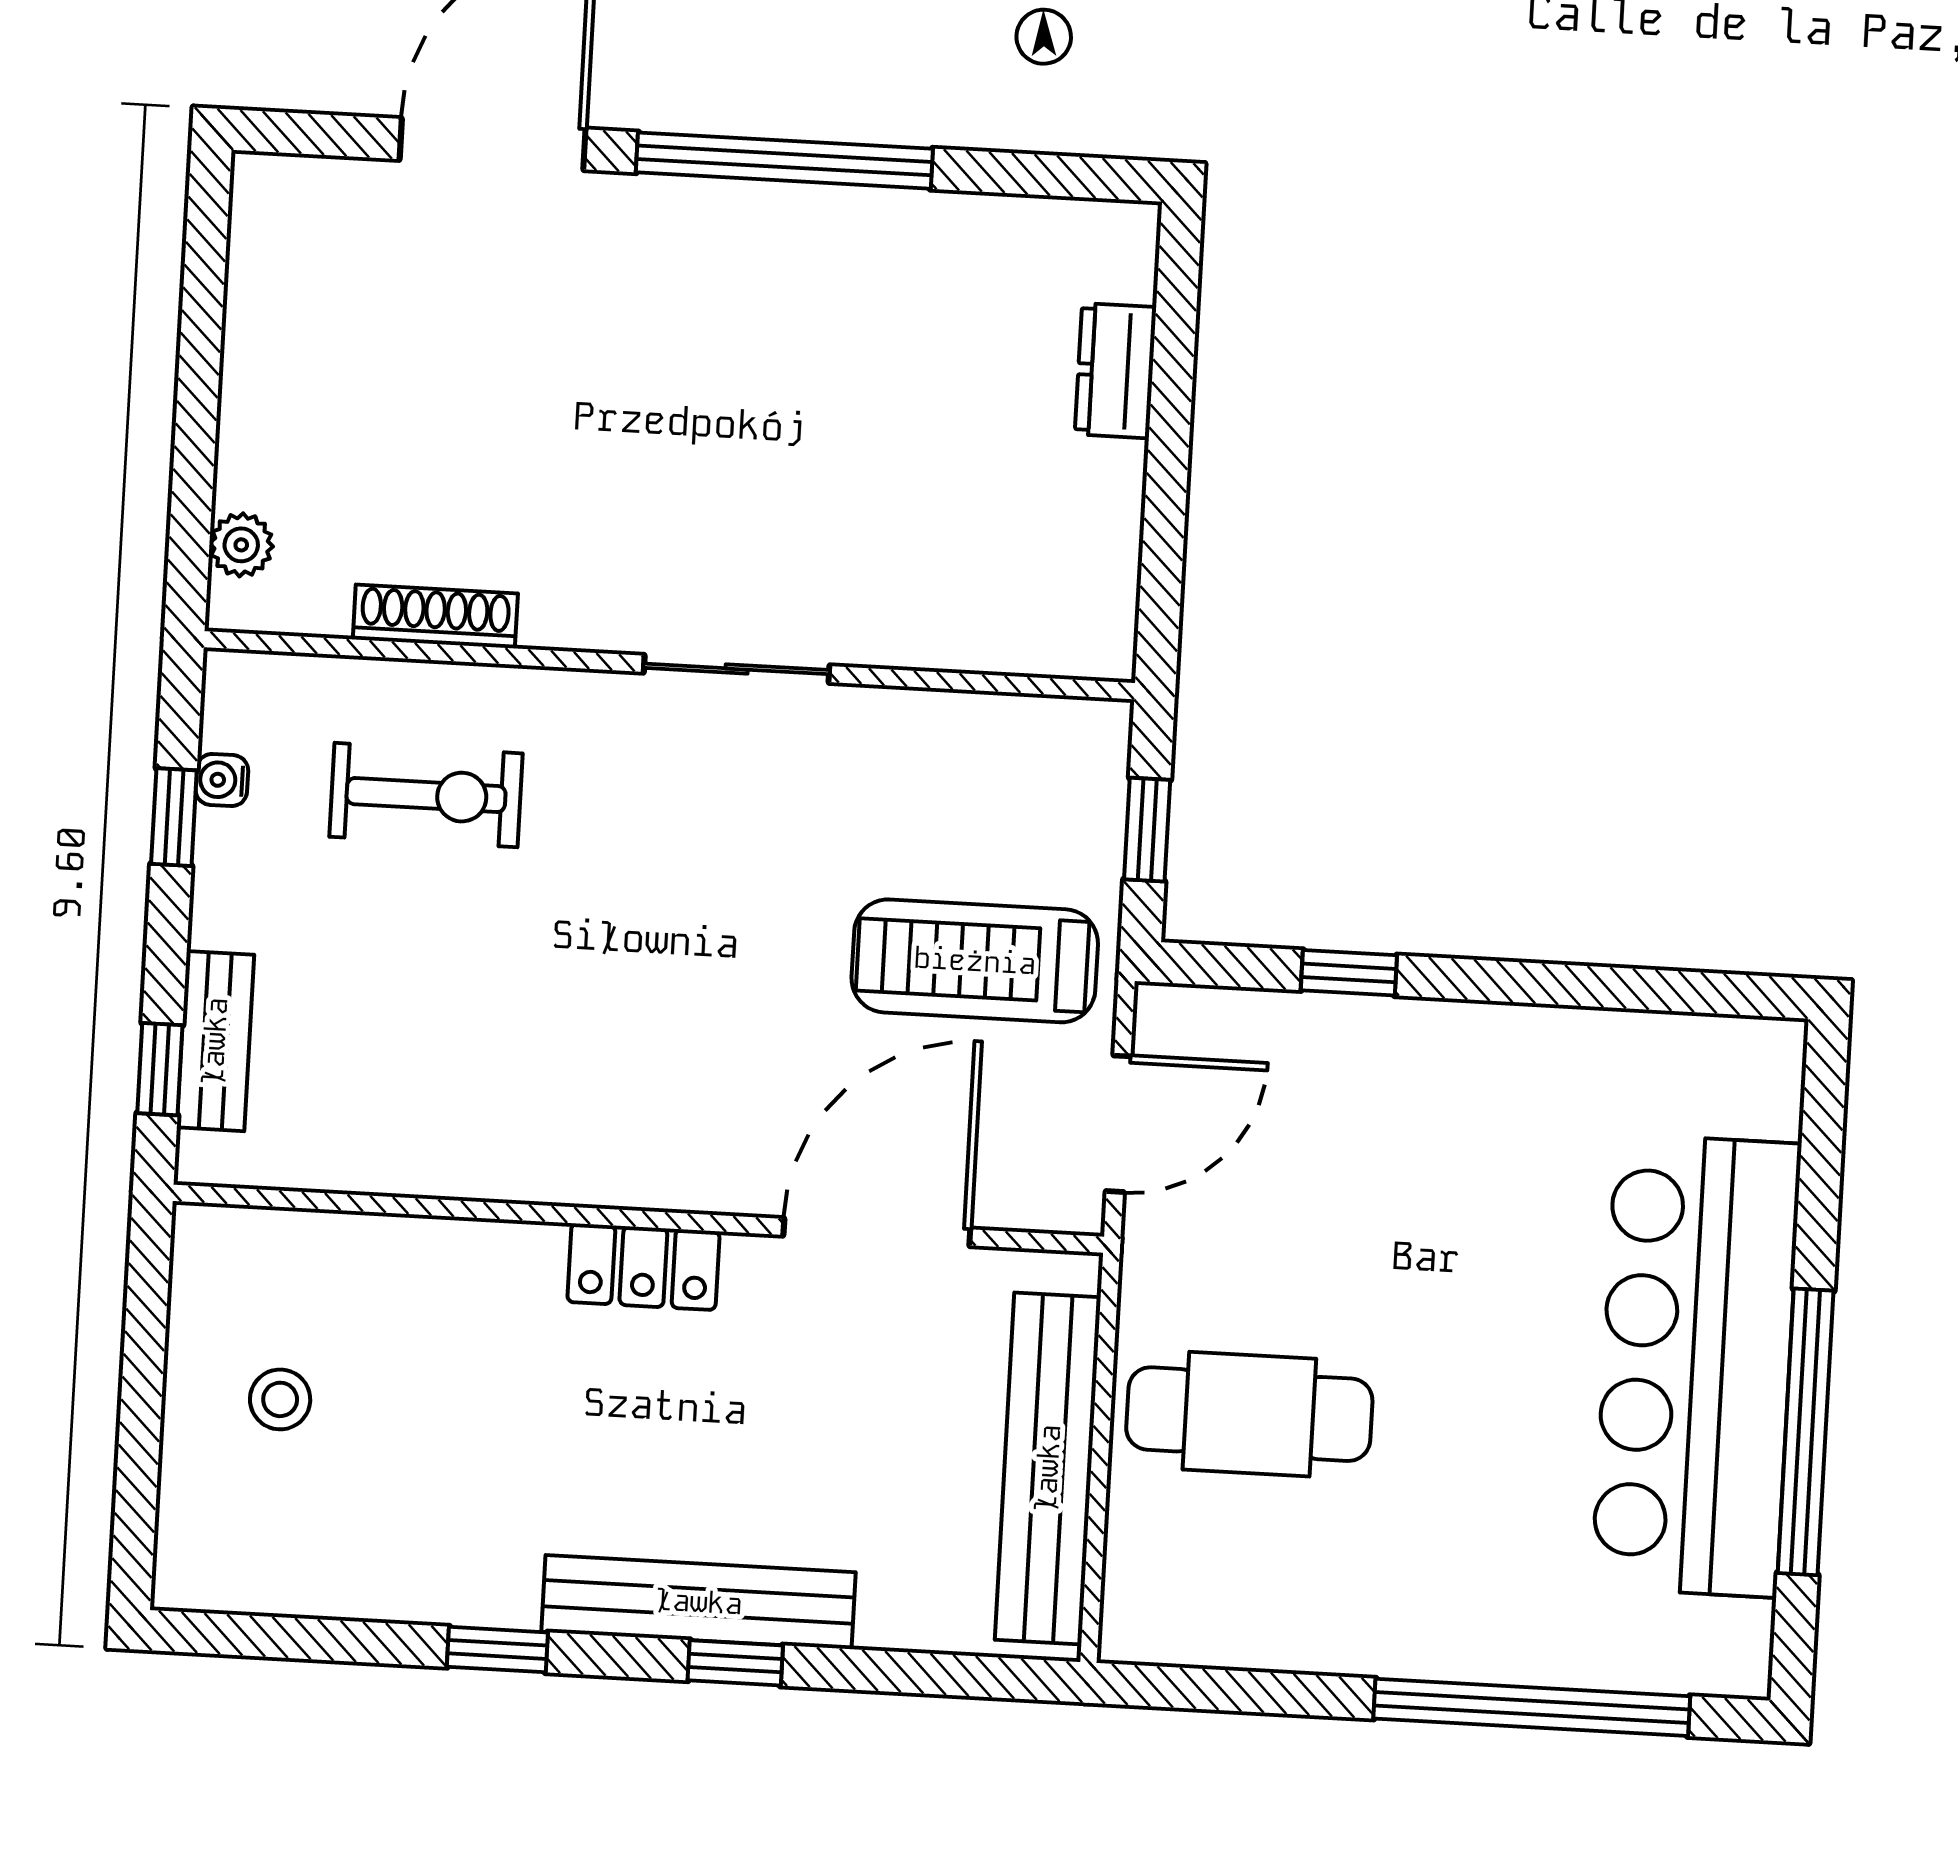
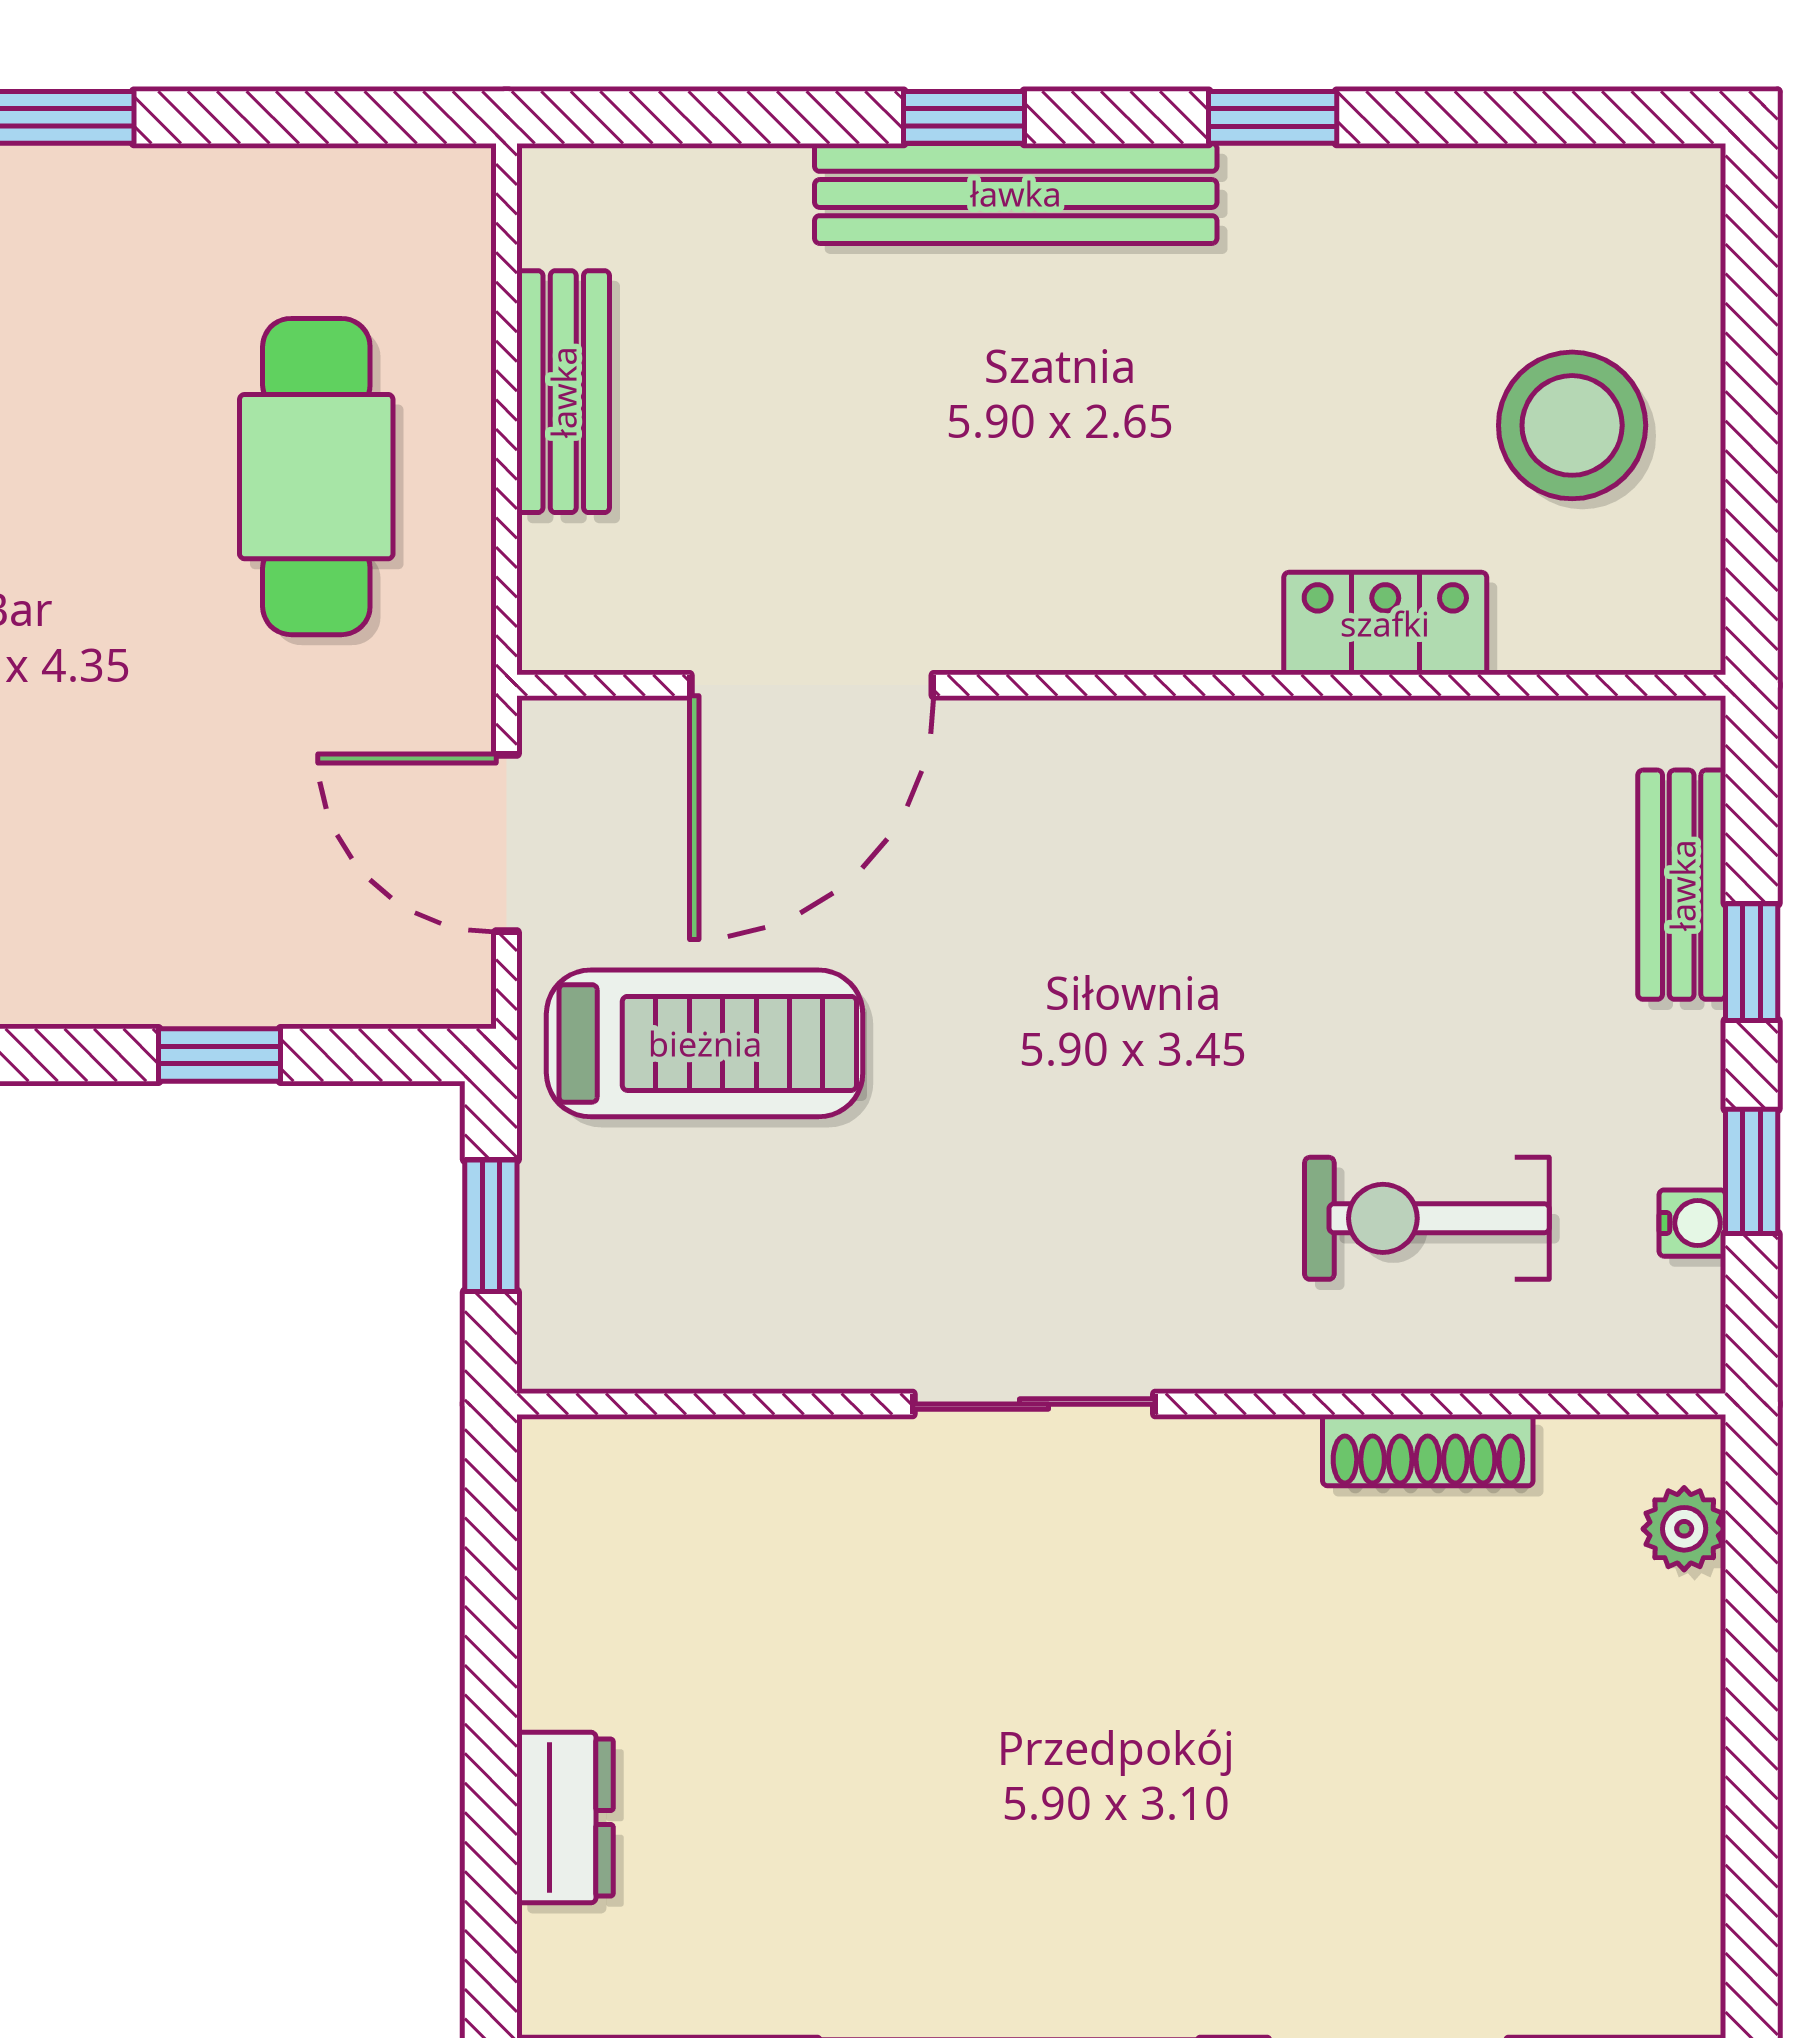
window: (160, 1069) -> (1752, 962), moved
door: (1119, 1124) -> (507, 843), hinge flipped
locker: (643, 1267) -> (1385, 623), moved
stool: (280, 1399) -> (1572, 425), width x1.89, depth x1.89
cafe table: (1249, 1414) -> (316, 477), turned 90
bench: (1048, 1468) -> (563, 392), width x0.54, depth x0.82

